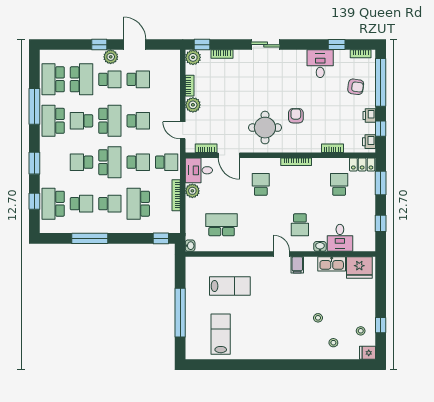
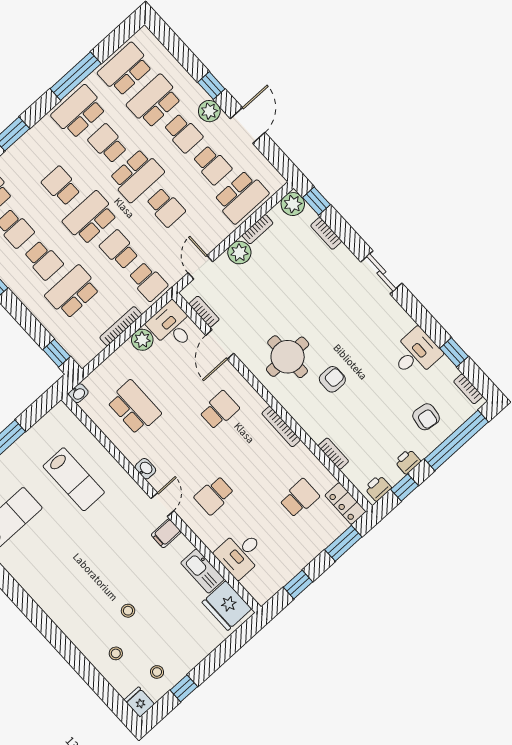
school desk: (81, 79) -> (154, 101), turned 180
school desk: (167, 79) -> (241, 197), added
school desk: (110, 162) -> (90, 218), turned 180
school desk: (138, 162) -> (119, 250), turned 180
washbasin: (320, 246) -> (145, 469), moved

